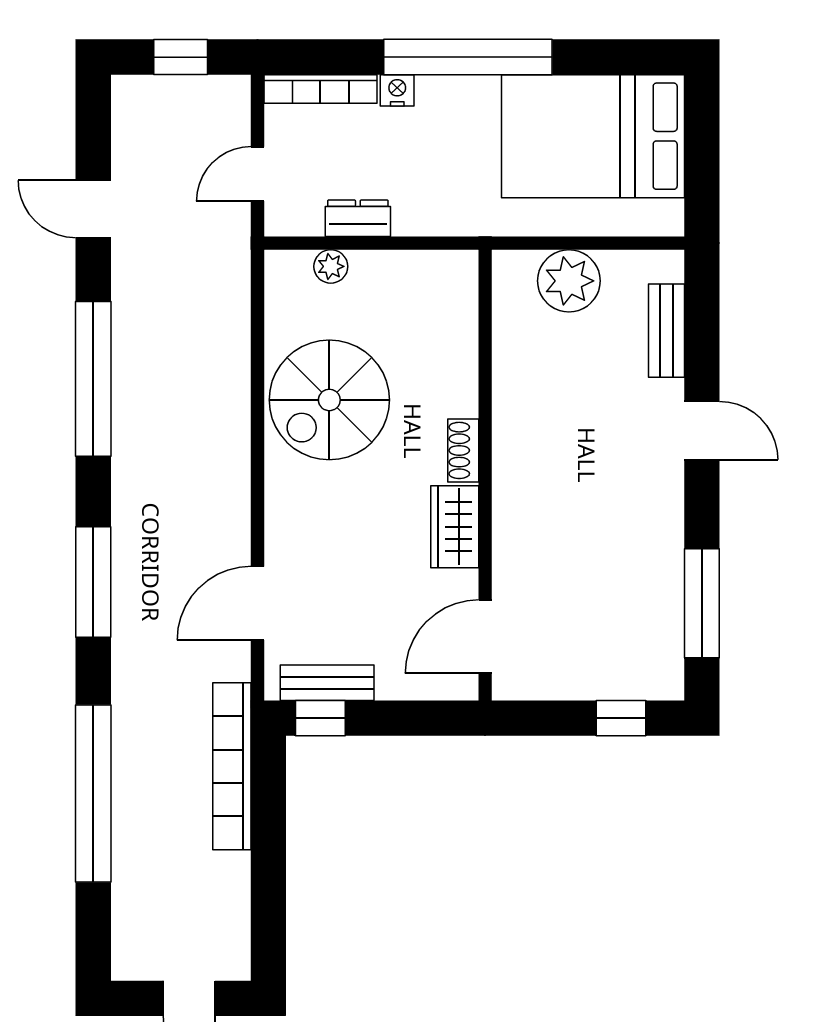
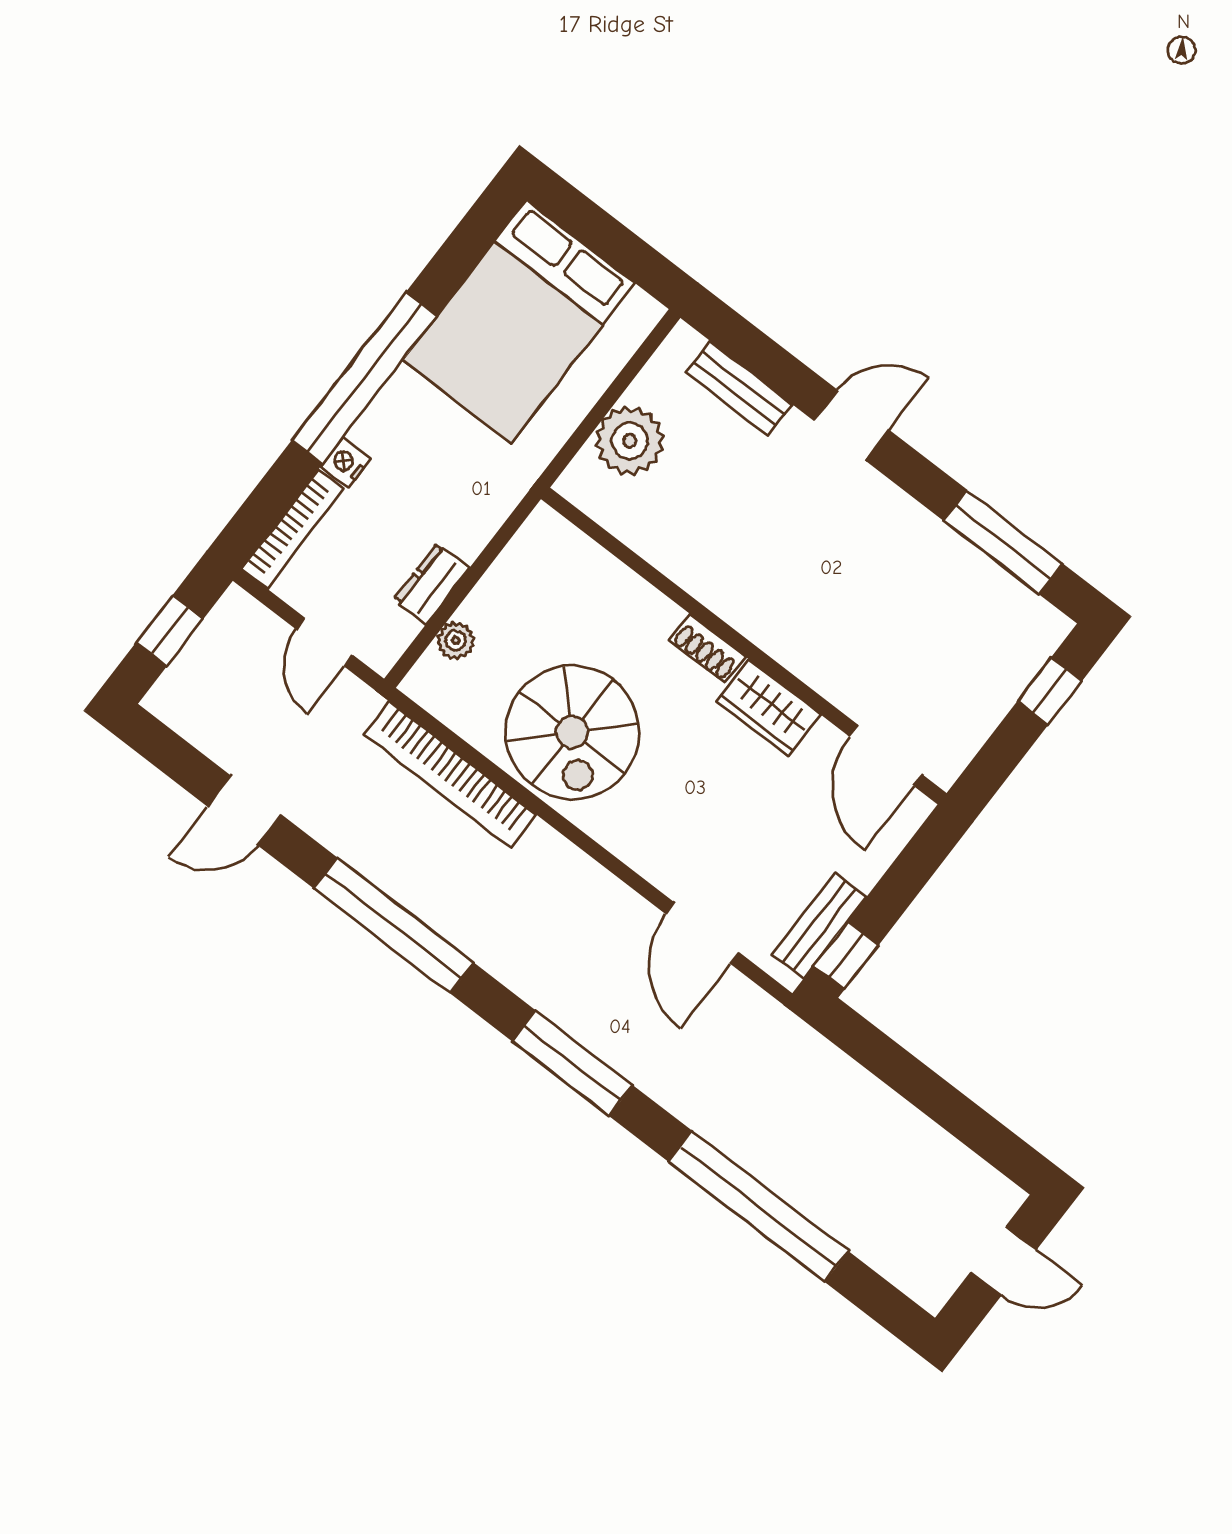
bookcase: (232, 766) -> (450, 775), moved

